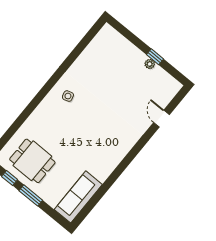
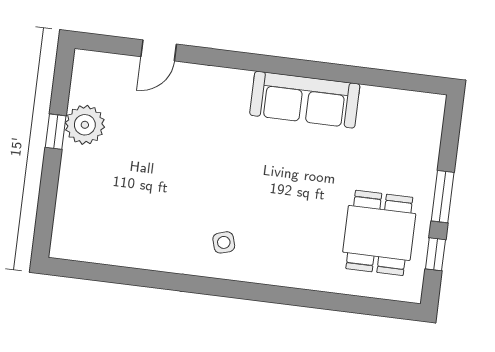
plant: (150, 64) -> (85, 125), width x1.88, depth x1.88
sofa: (78, 197) -> (305, 100), moved

